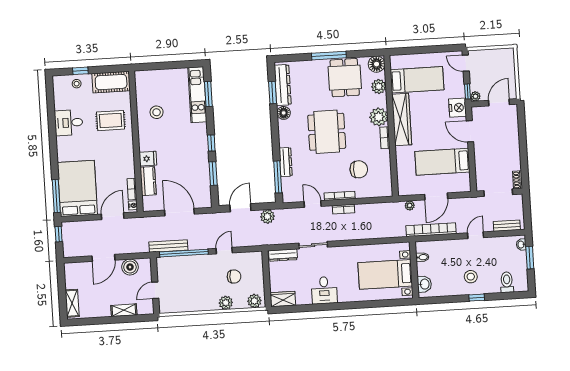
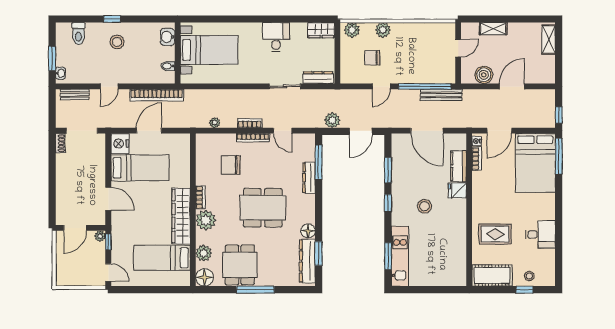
nightstand: (458, 108) -> (120, 144), moved
stool: (157, 112) -> (424, 206), moved
dining table: (327, 132) -> (263, 208), turned 90
plant: (410, 205) -> (215, 123), moved

